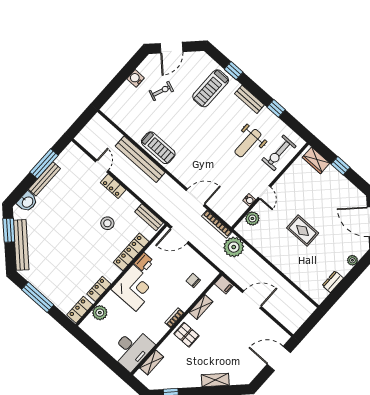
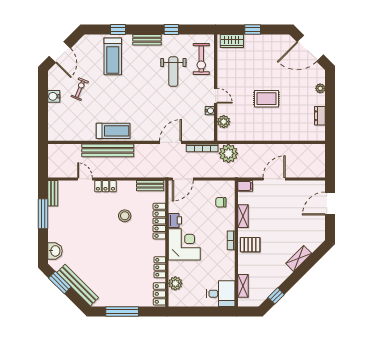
bench: (44, 179) -> (53, 193), moved, width x0.73
desk: (132, 349) -> (221, 294), width x0.73

